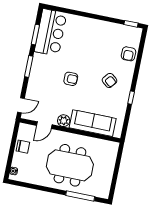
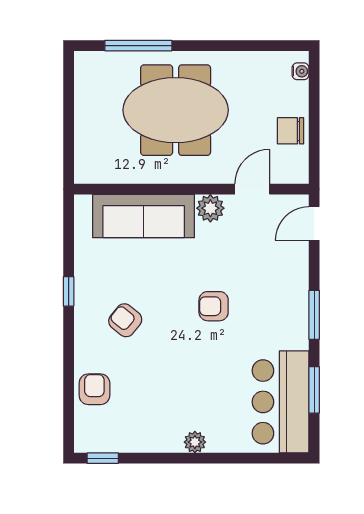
plant: (90, 23) -> (195, 442), added

